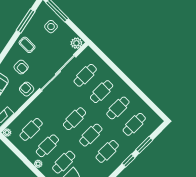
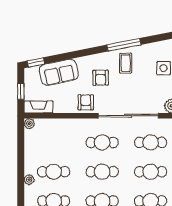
window: (26, 21) -> (124, 45), moved
cafe table: (31, 129) -> (102, 142), moved

